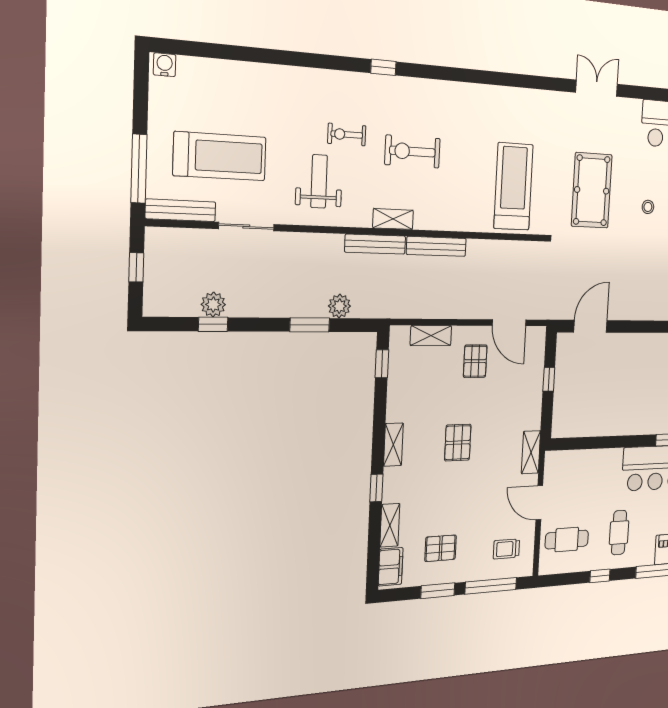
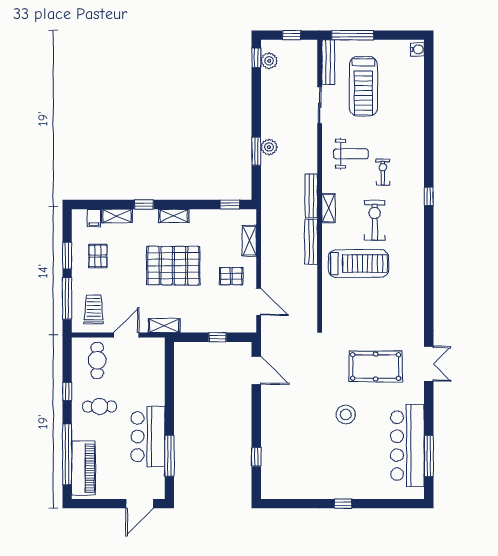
treadmill: (513, 186) -> (358, 264), moved
pool table: (592, 190) -> (376, 367), moved
stool: (648, 207) -> (346, 414), width x1.89, depth x1.89
plant: (213, 305) -> (269, 61), moved
plant: (339, 306) -> (269, 147), moved
door: (509, 323) -> (259, 302), swing flipped
window: (213, 324) -> (256, 58), moved
pallet: (458, 443) -> (173, 266), width x2.05, depth x2.00
trolley: (506, 549) -> (94, 310), width x1.36, depth x1.39
filing cabinet: (391, 567) -> (94, 218), width x0.50

